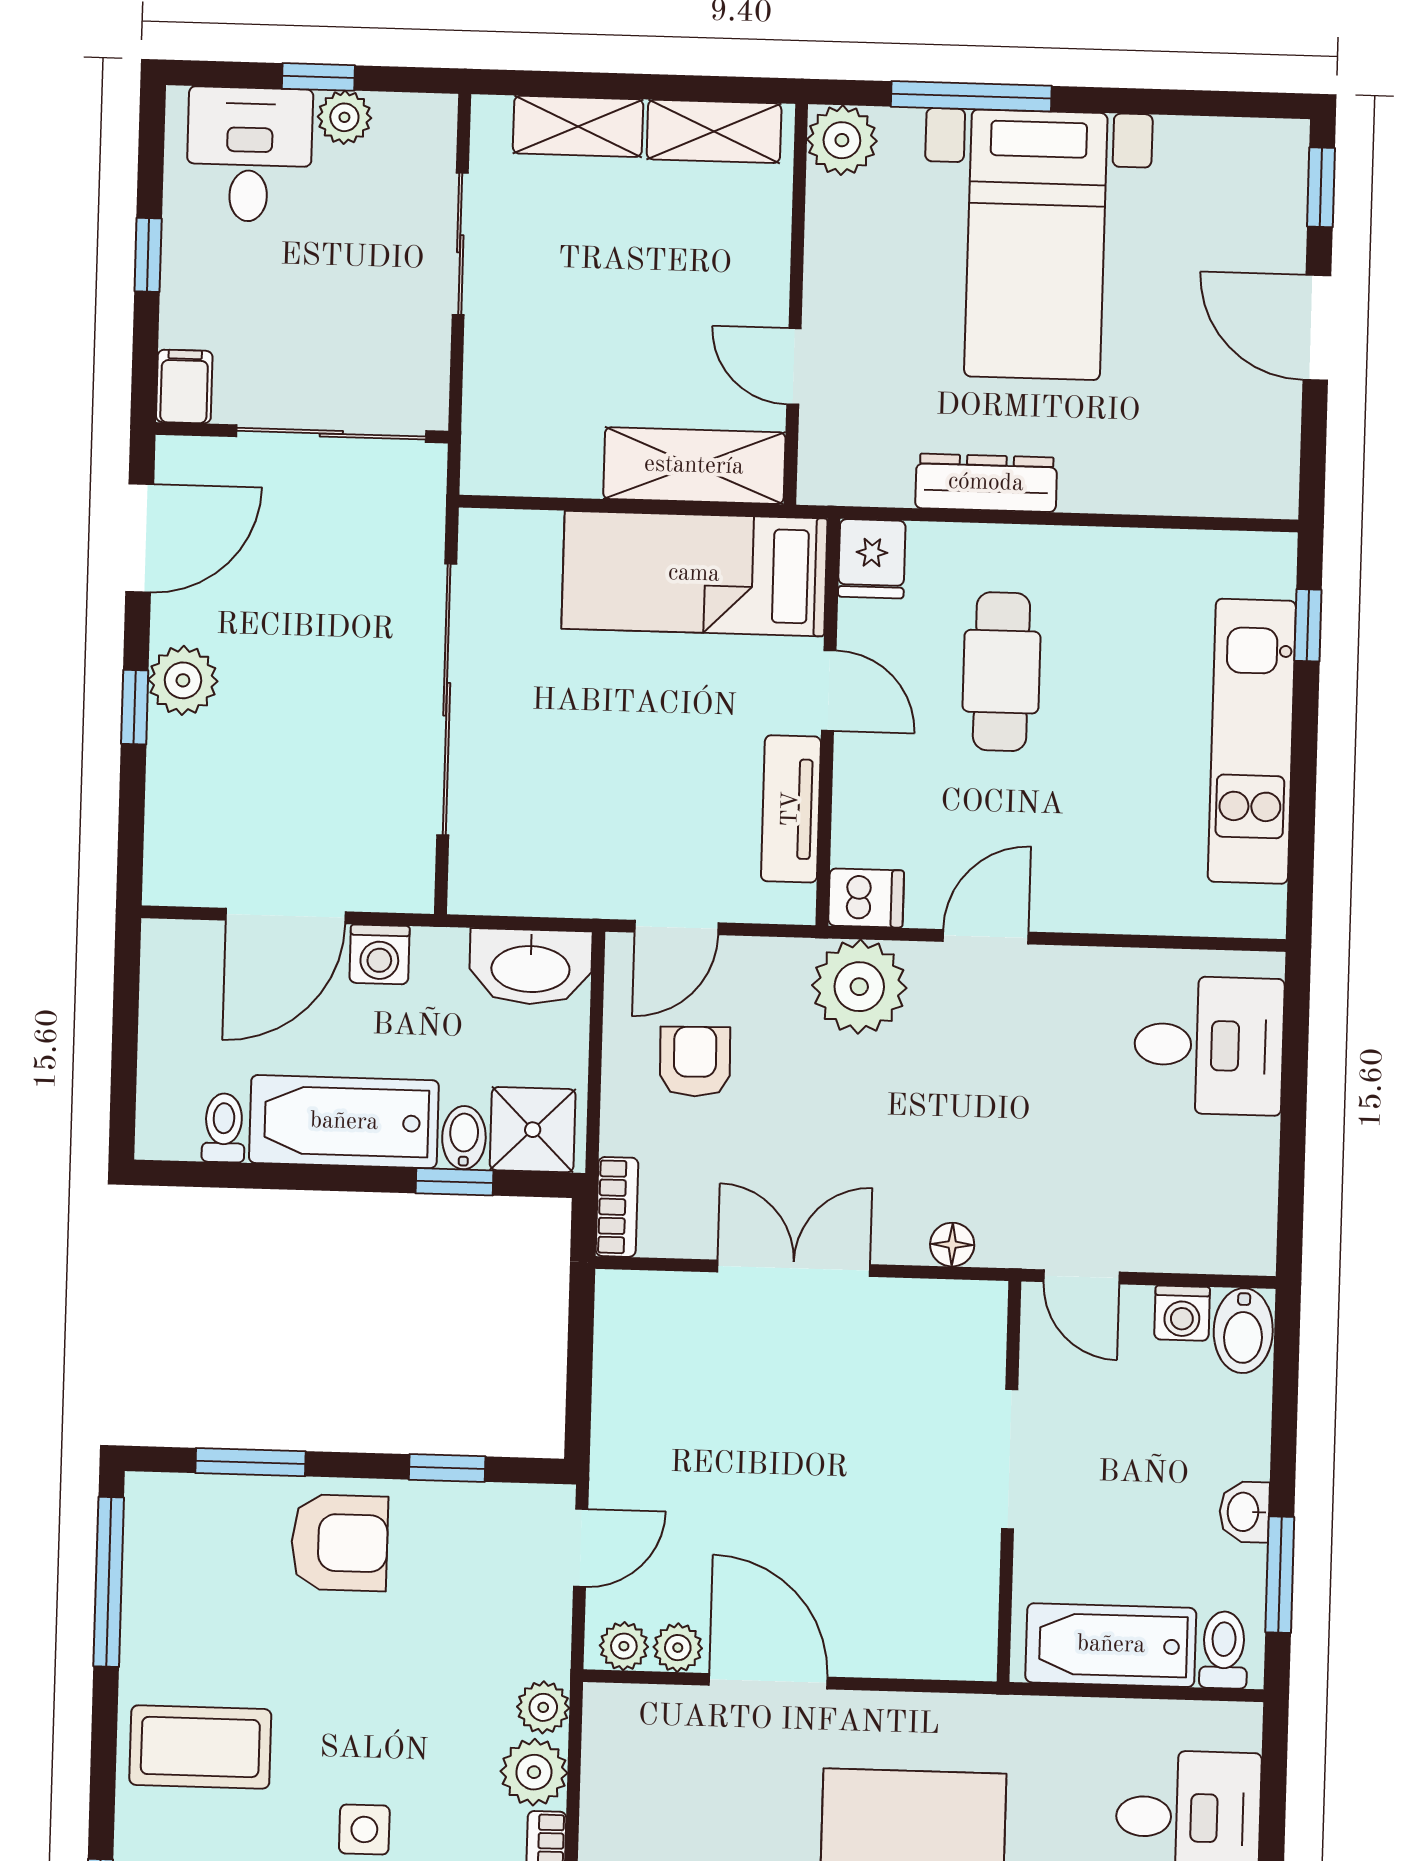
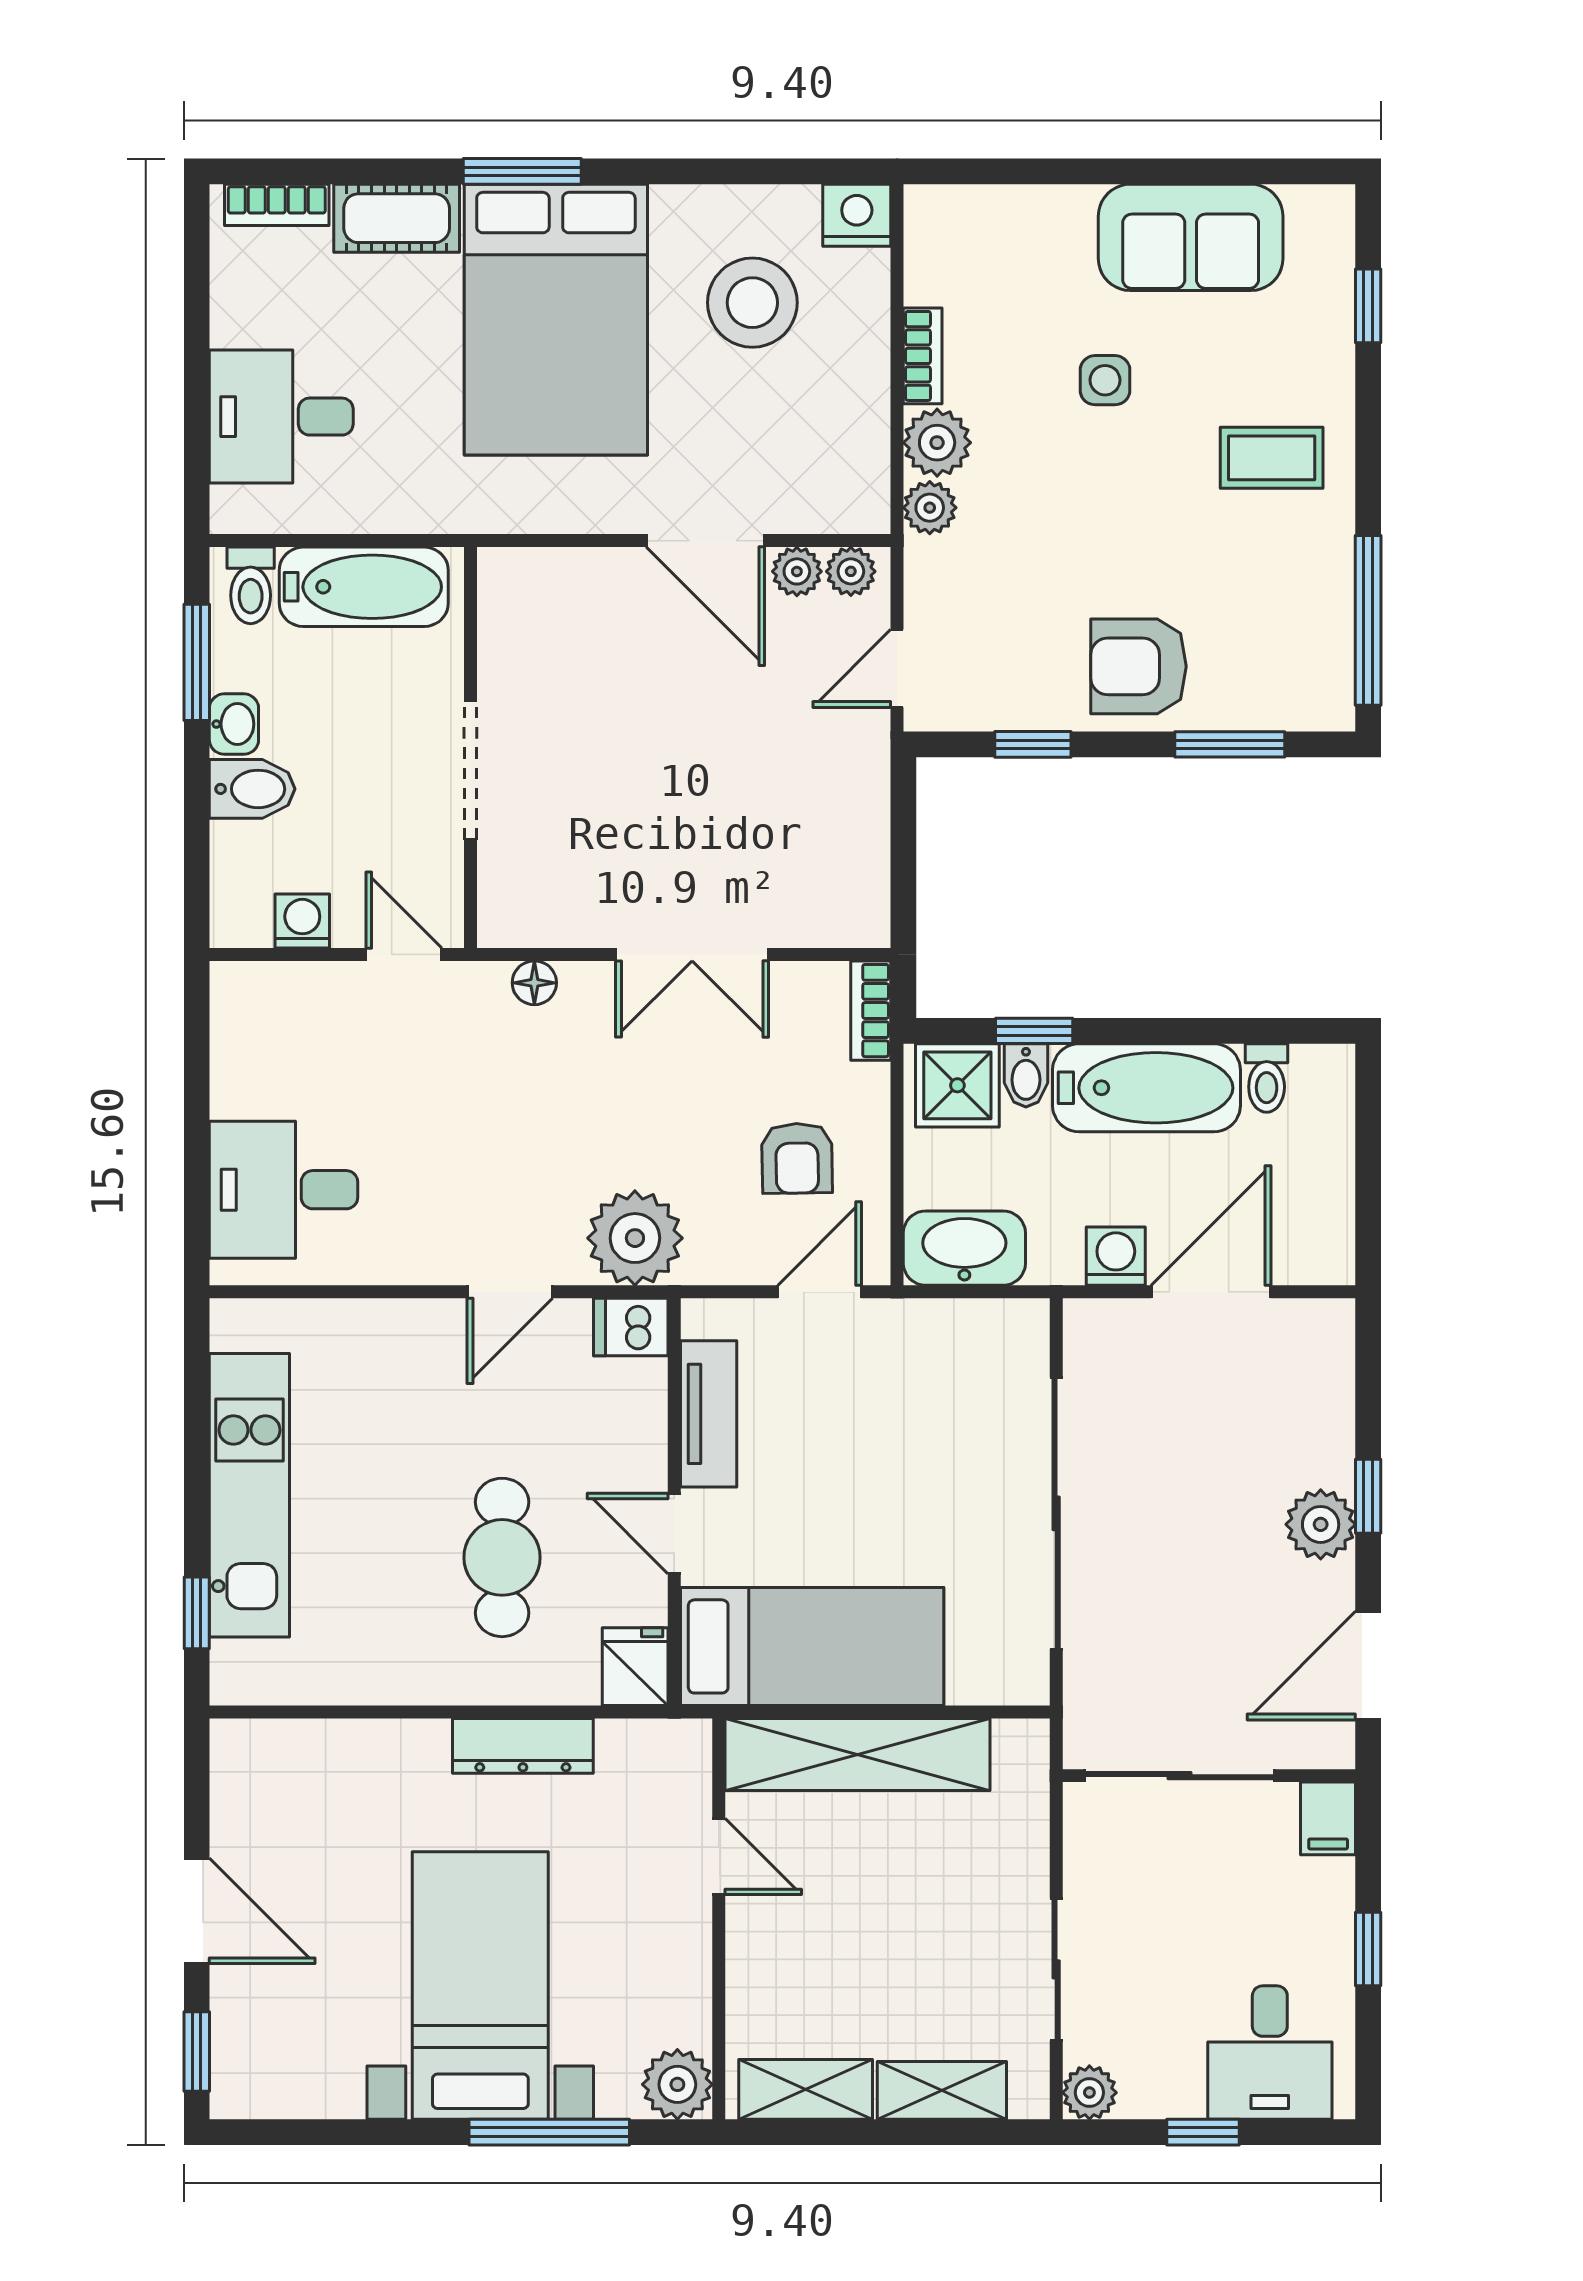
plant: (344, 117) -> (1089, 2093), moved
shelving: (694, 466) -> (858, 1754), width x1.47
bidet: (1243, 1331) -> (252, 789), moved, turned 90
coffee table: (200, 1747) -> (1272, 458), width x0.73, depth x0.77

